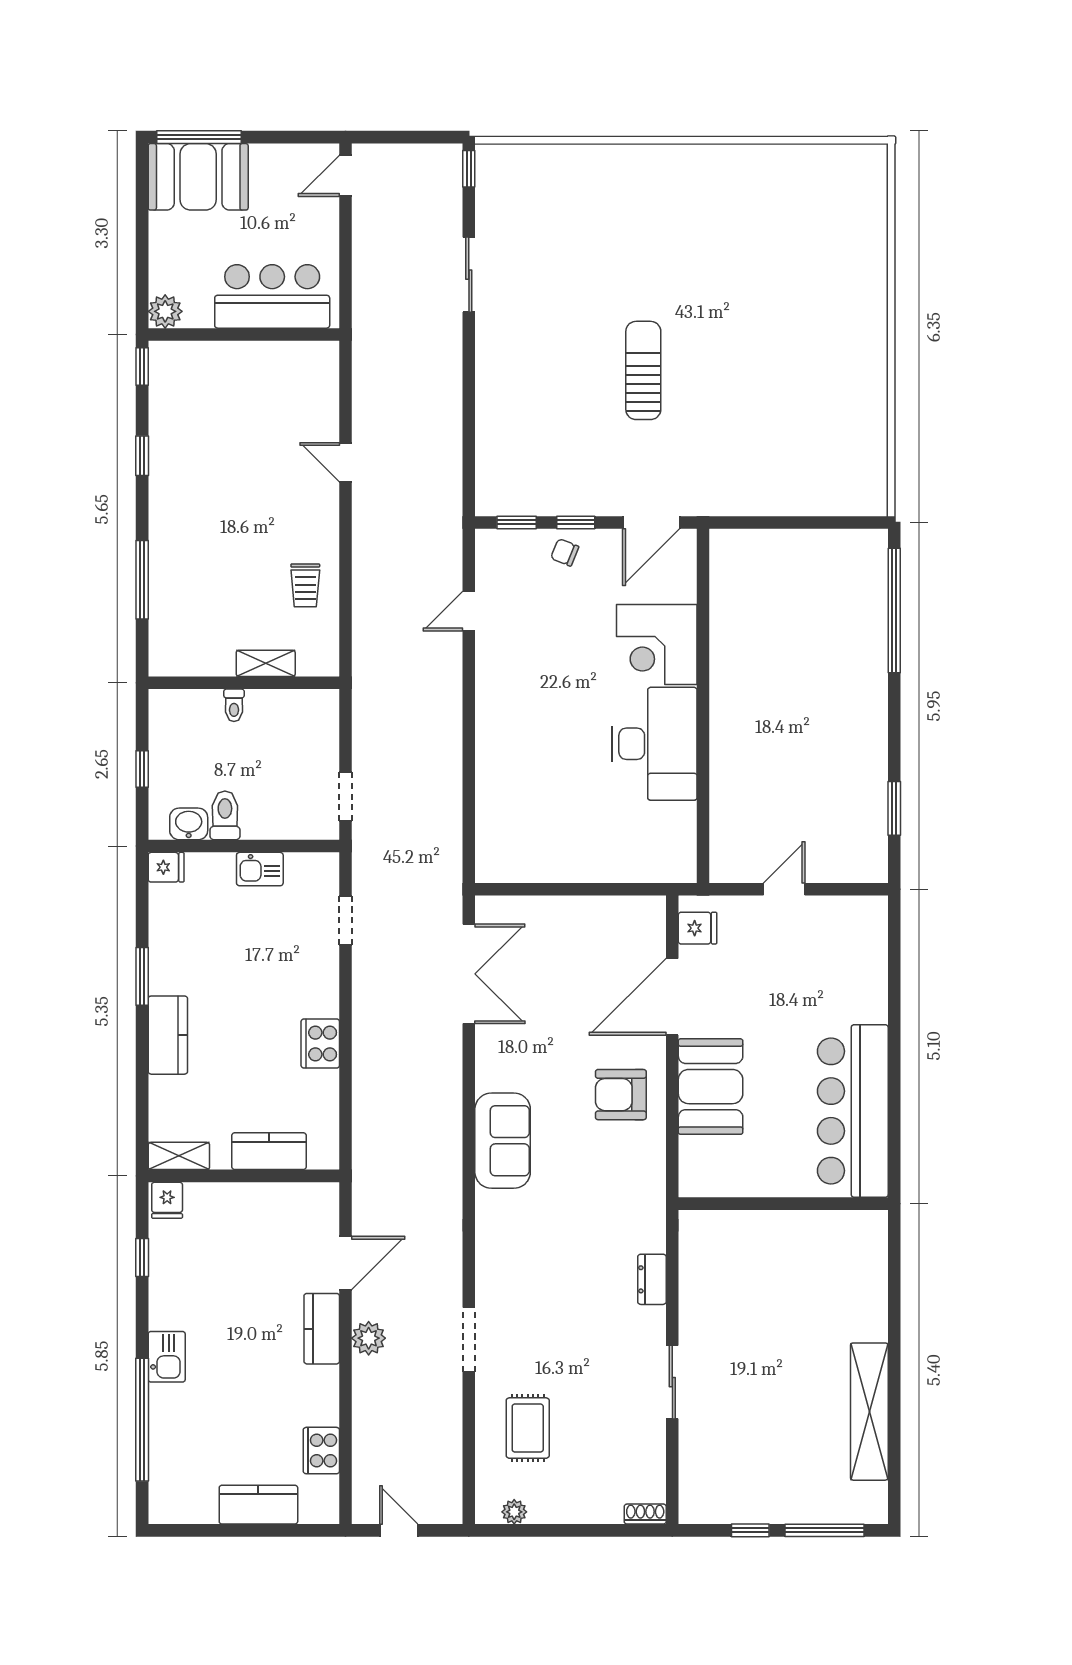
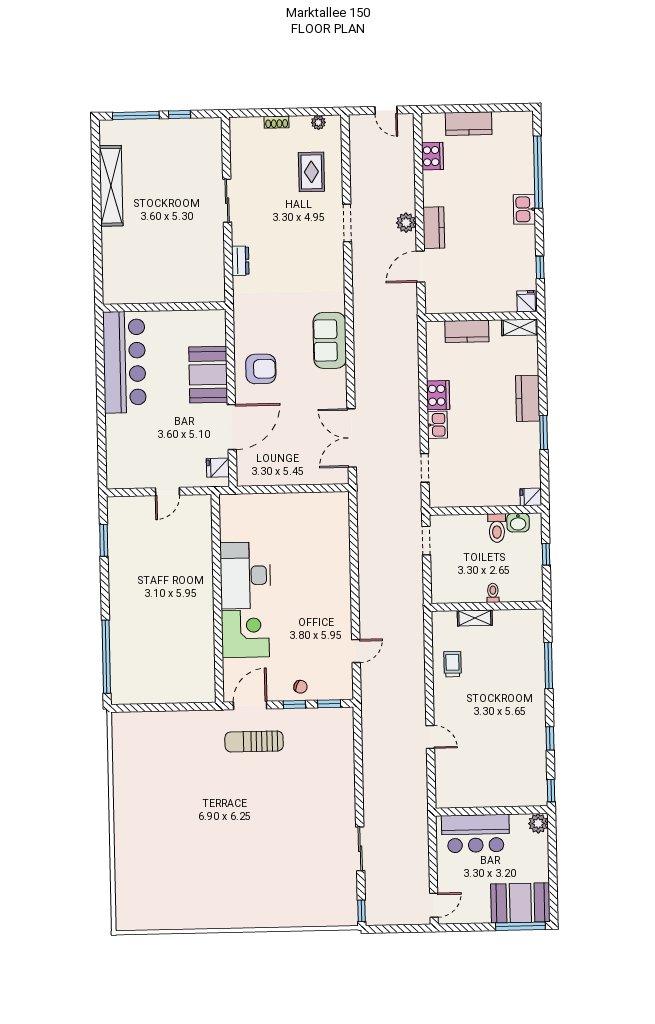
sun lounger: (643, 370) -> (254, 741), moved, turned 90
kitchen sink: (260, 869) -> (437, 425), moved, turned 90
shoe rack: (645, 1514) -> (277, 122), moved

